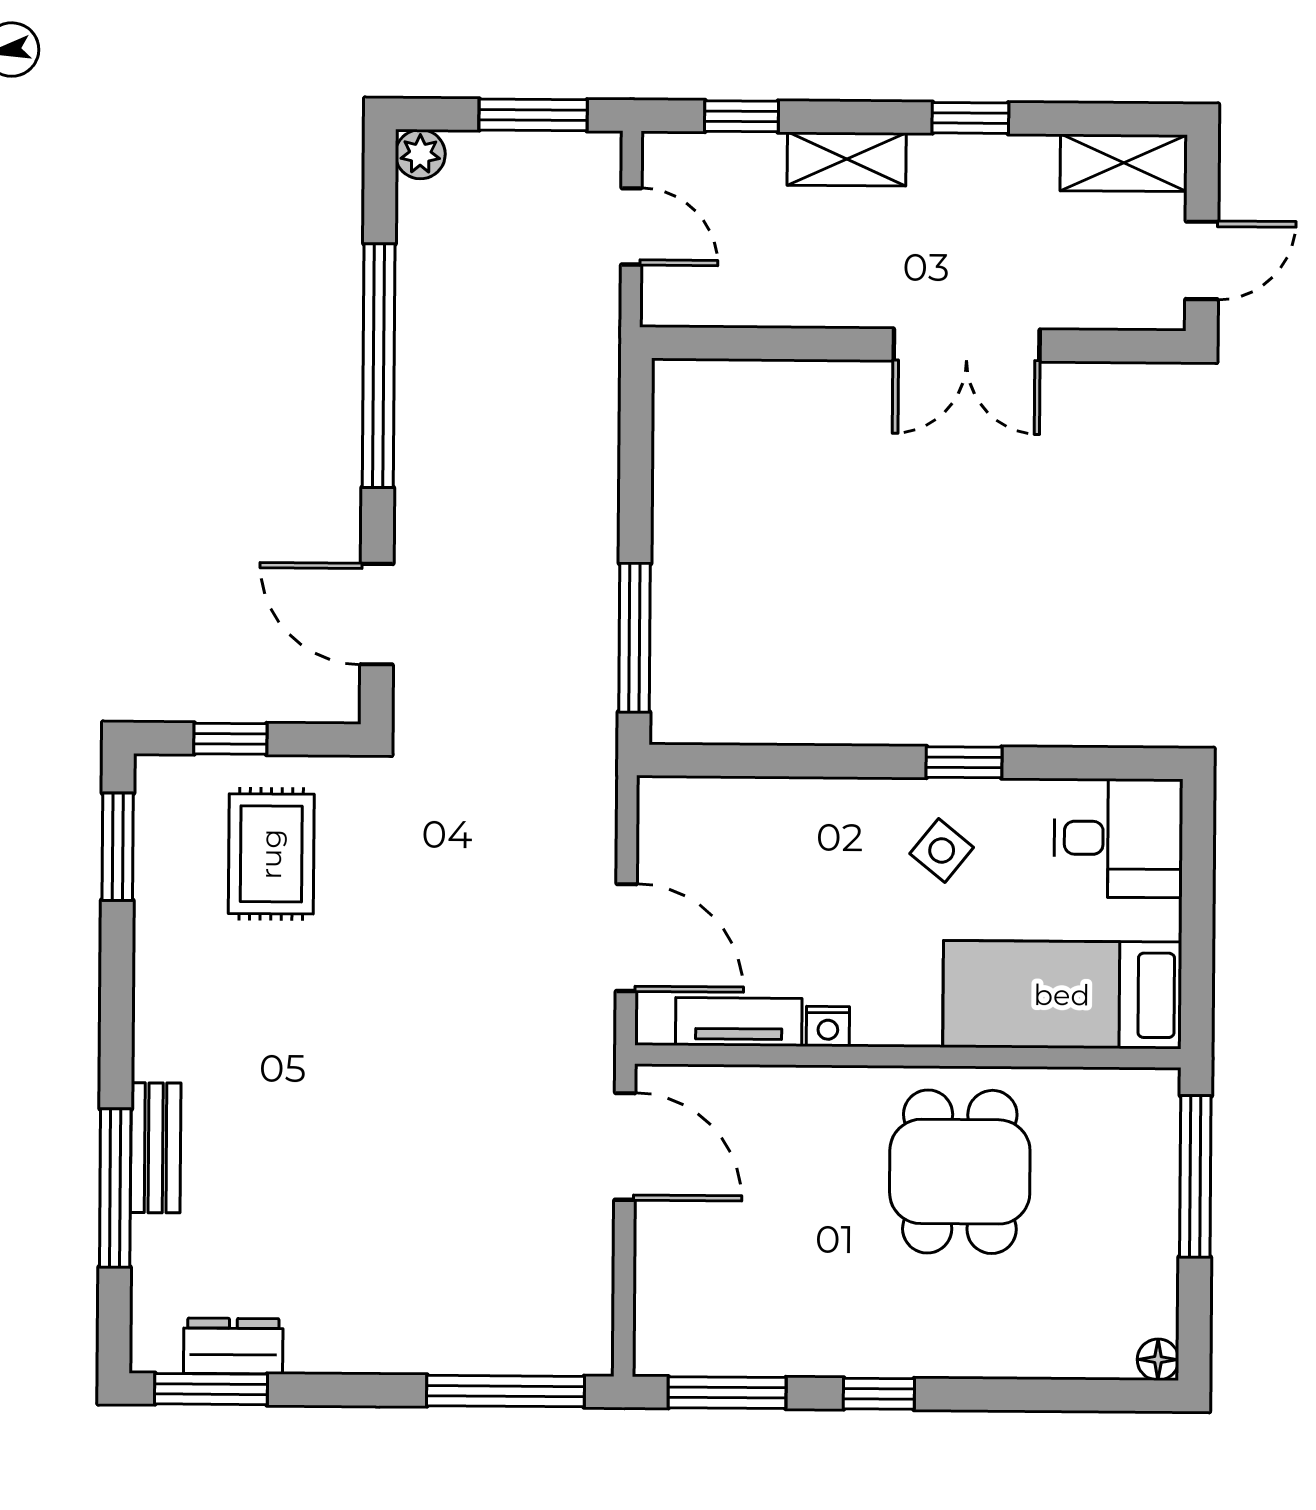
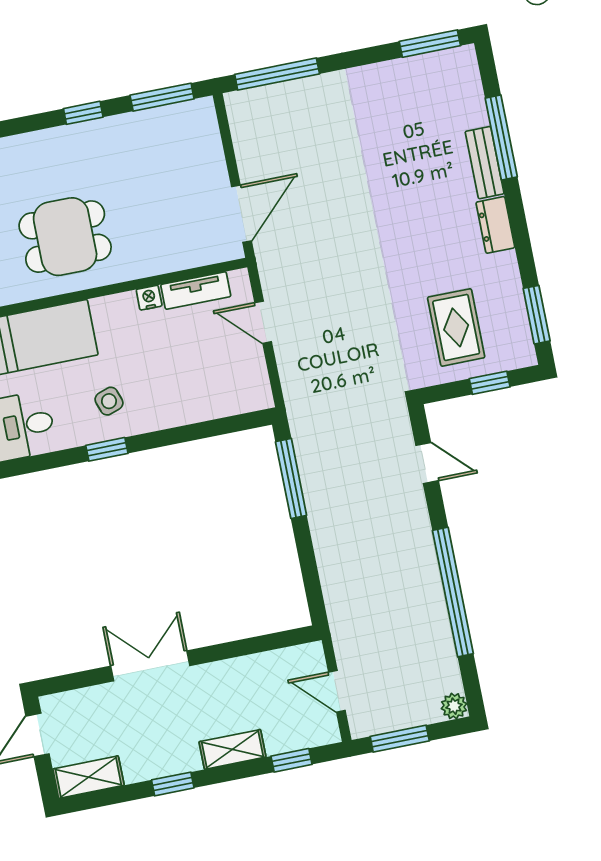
door: (377, 614) -> (427, 463), width x0.73
side table: (942, 850) -> (109, 401), turned 32
door: (626, 938) -> (263, 322), width x0.73
door: (625, 1146) -> (241, 214), swing flipped
dining table: (960, 1172) -> (65, 237), turned 90
dresser: (233, 1346) -> (495, 225), moved, turned 90

